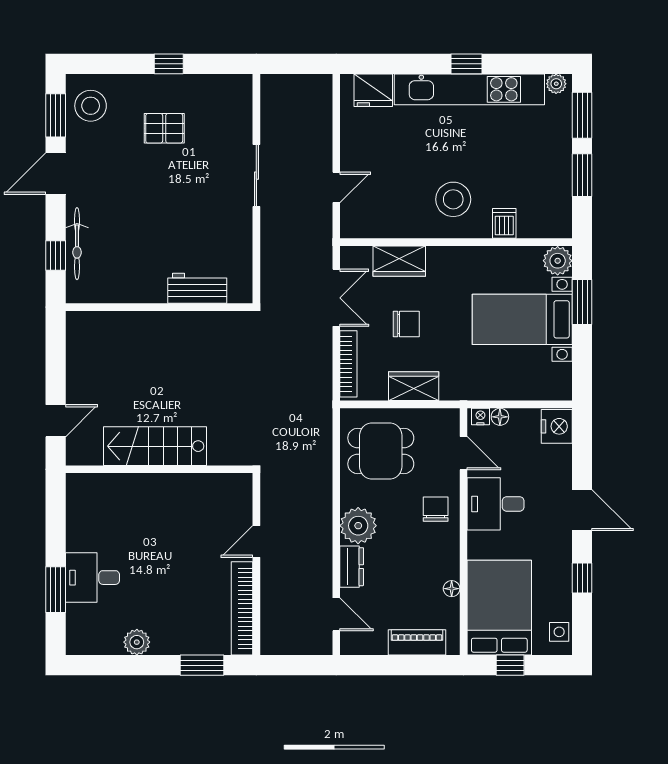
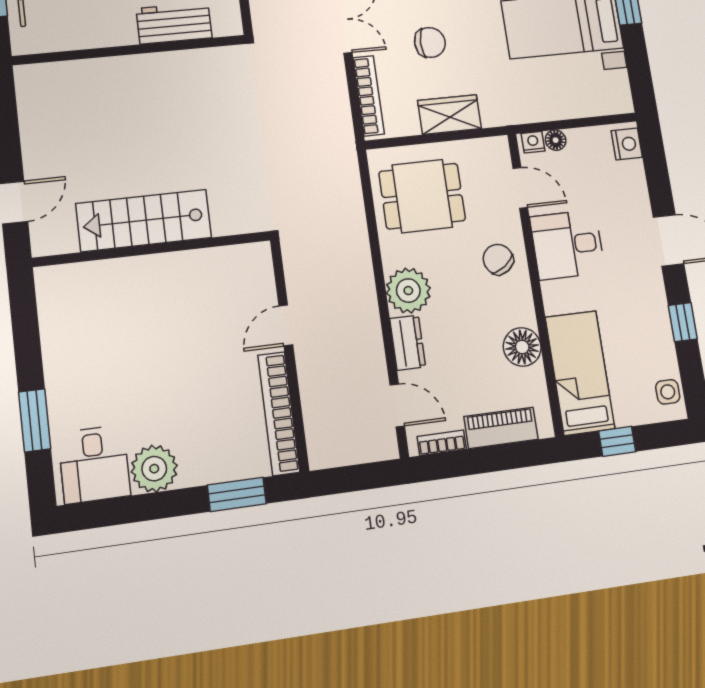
nightstand: (557, 426) -> (627, 144), width x0.74, depth x0.75
chair: (436, 509) -> (498, 259), turned -35
desk: (92, 578) -> (94, 464), moved, turned -90
floor lamp: (452, 589) -> (522, 347), width x1.89, depth x1.89
bed: (499, 608) -> (580, 373), width x0.67
plant: (137, 642) -> (154, 469), width x1.36, depth x1.36
bookcase: (368, 648) -> (442, 443), added

